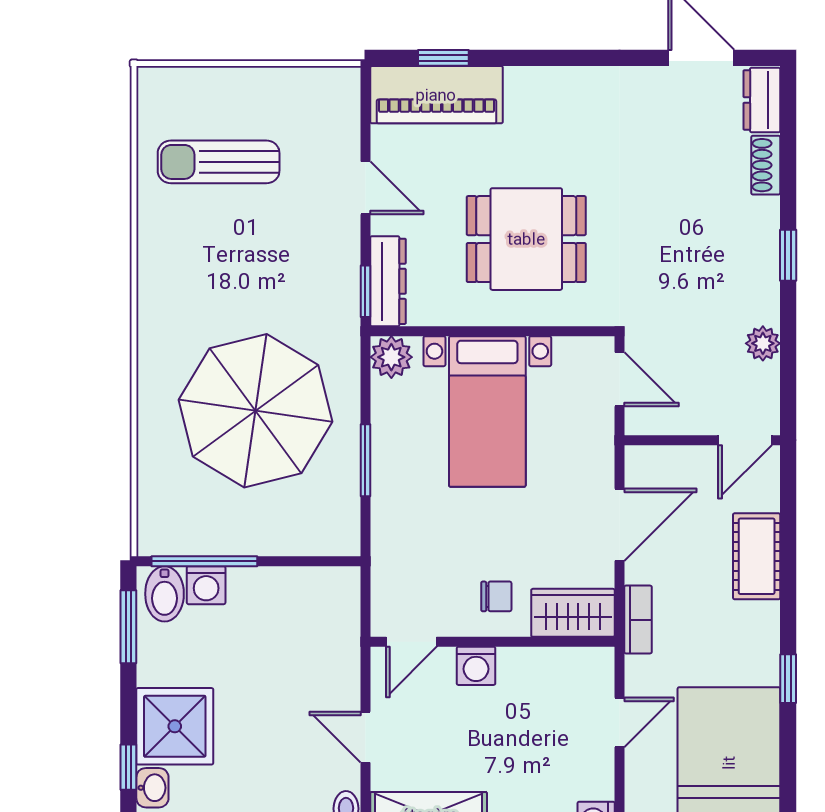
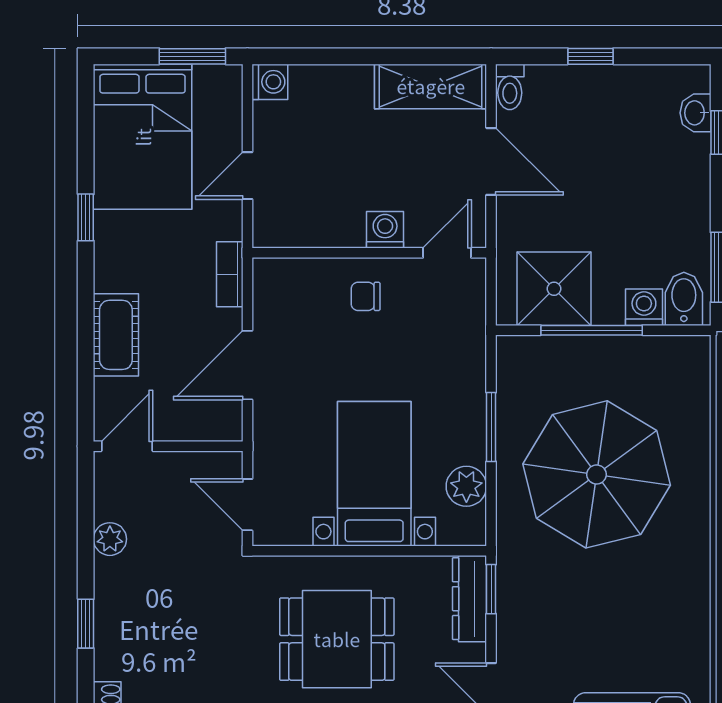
plant: (391, 357) -> (466, 486), moved
window: (204, 561) -> (592, 330), moved
wardrobe: (573, 613) -> (292, 281), removed
shower: (175, 726) -> (554, 289), moved
door: (365, 737) -> (491, 161), width x1.38

